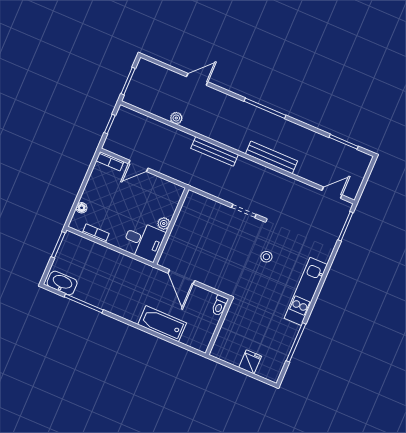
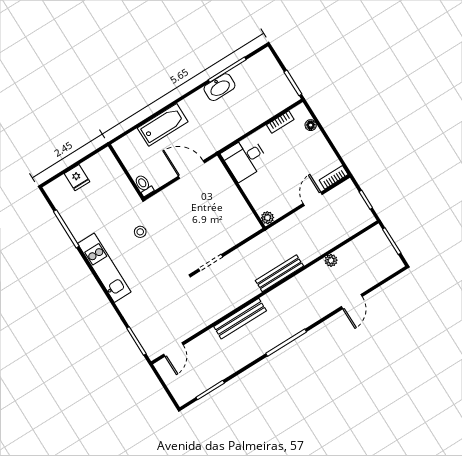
plant: (164, 223) -> (267, 218), moved
stool: (266, 257) -> (140, 232), moved
washbasin: (62, 283) -> (219, 87), moved

